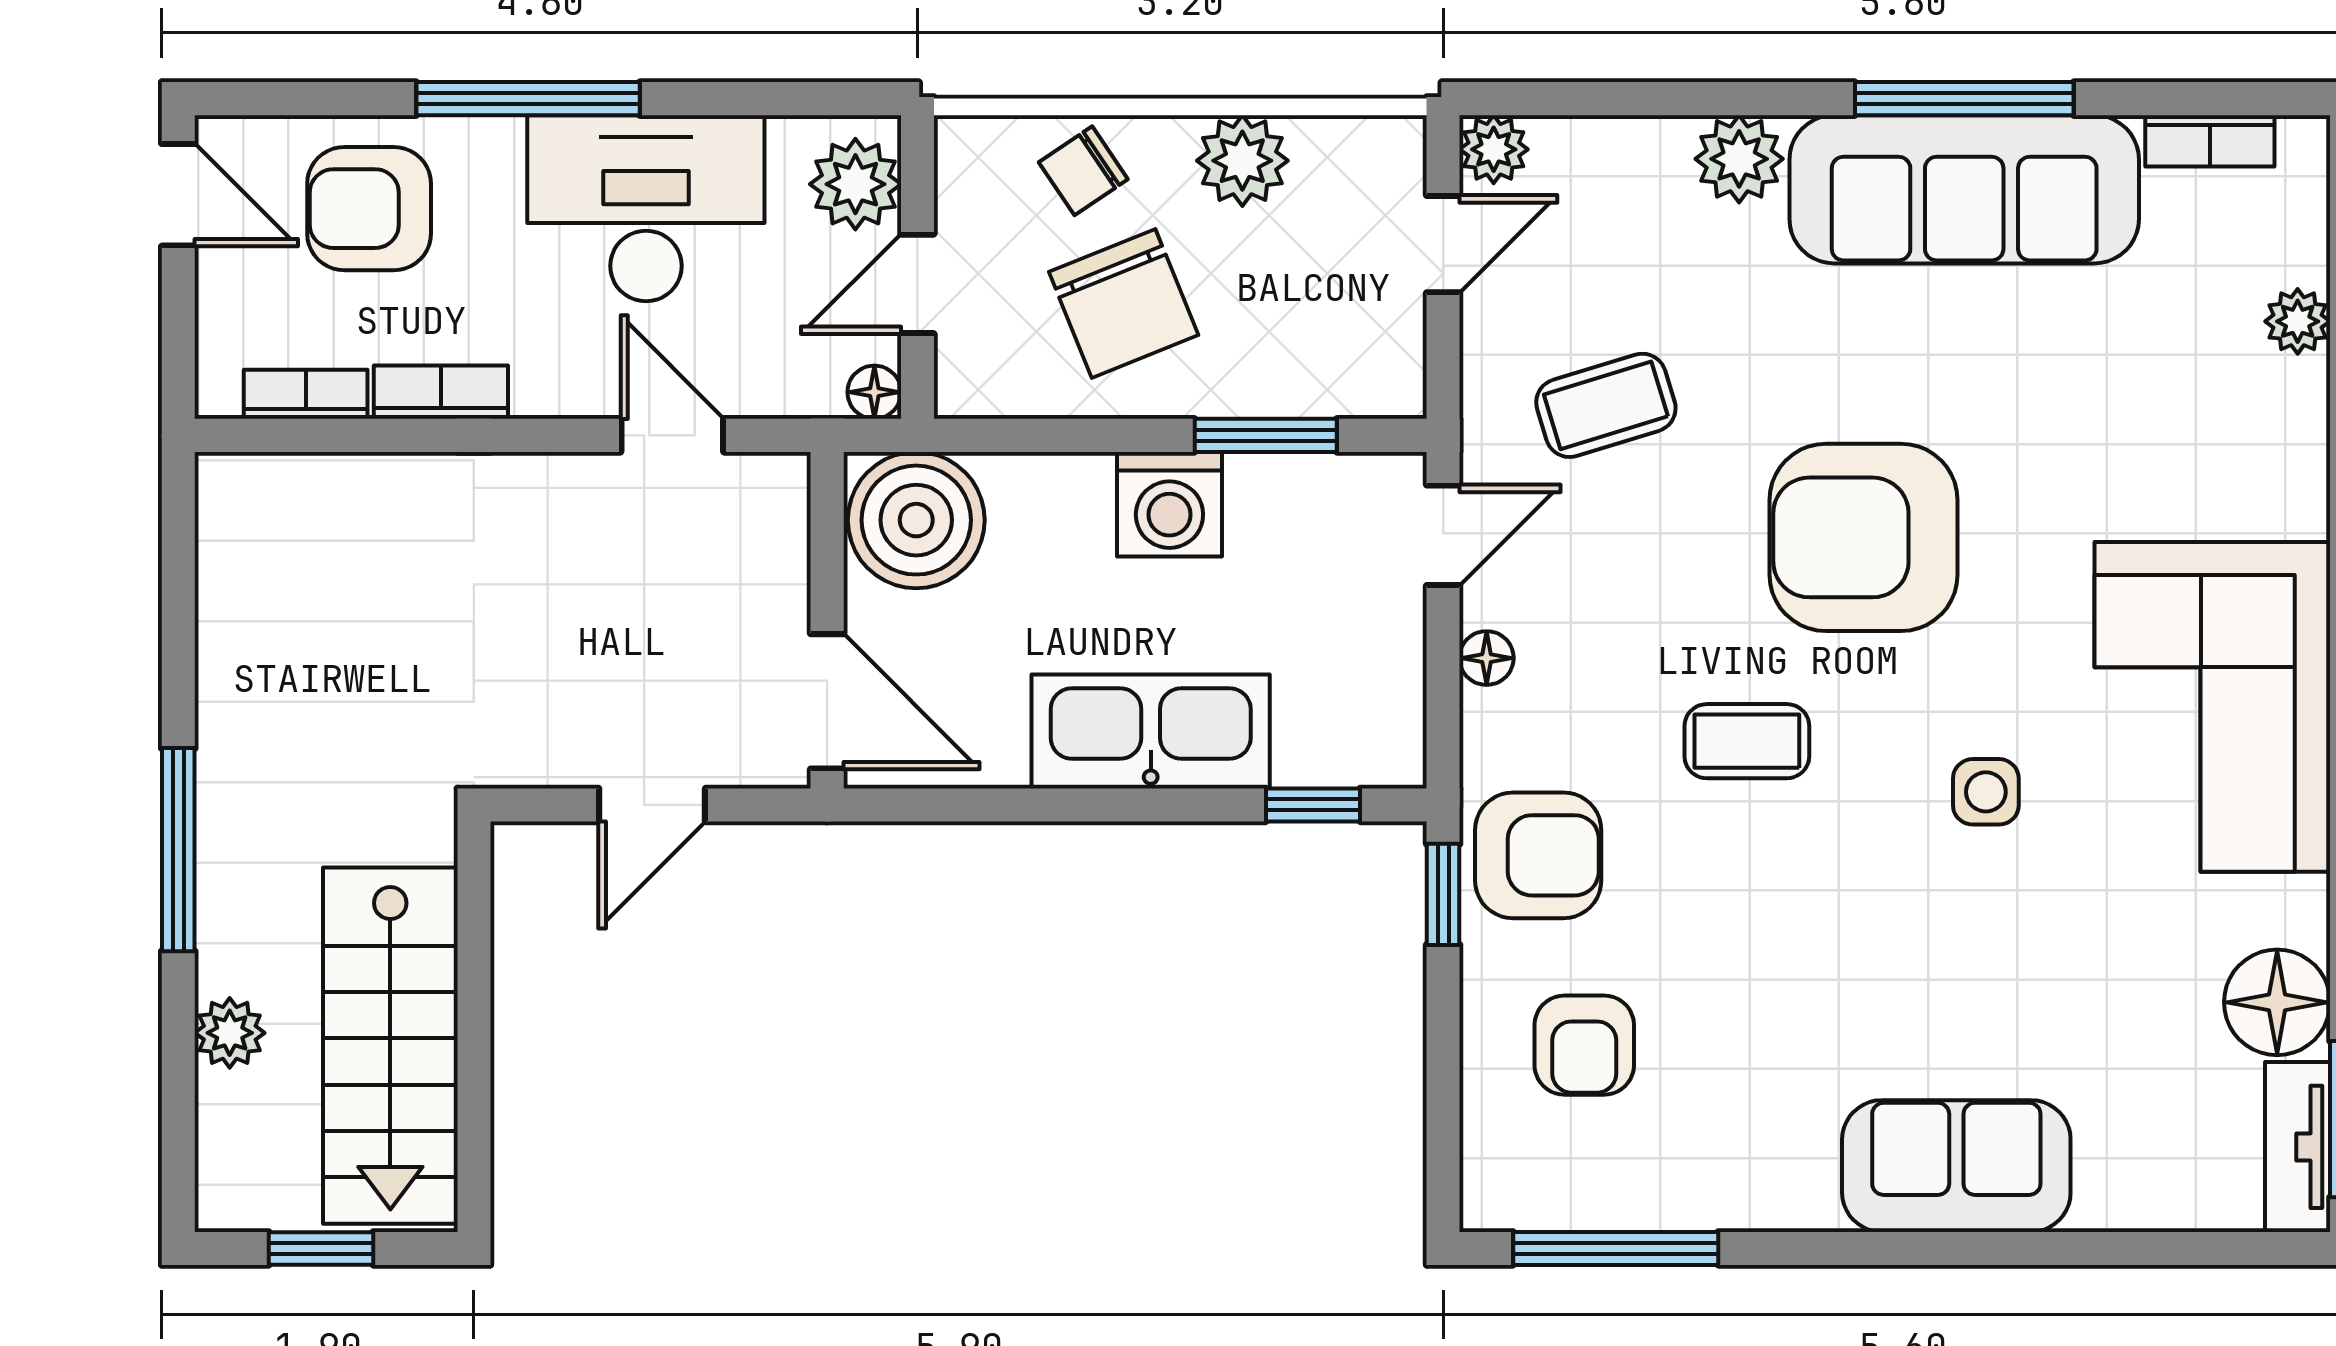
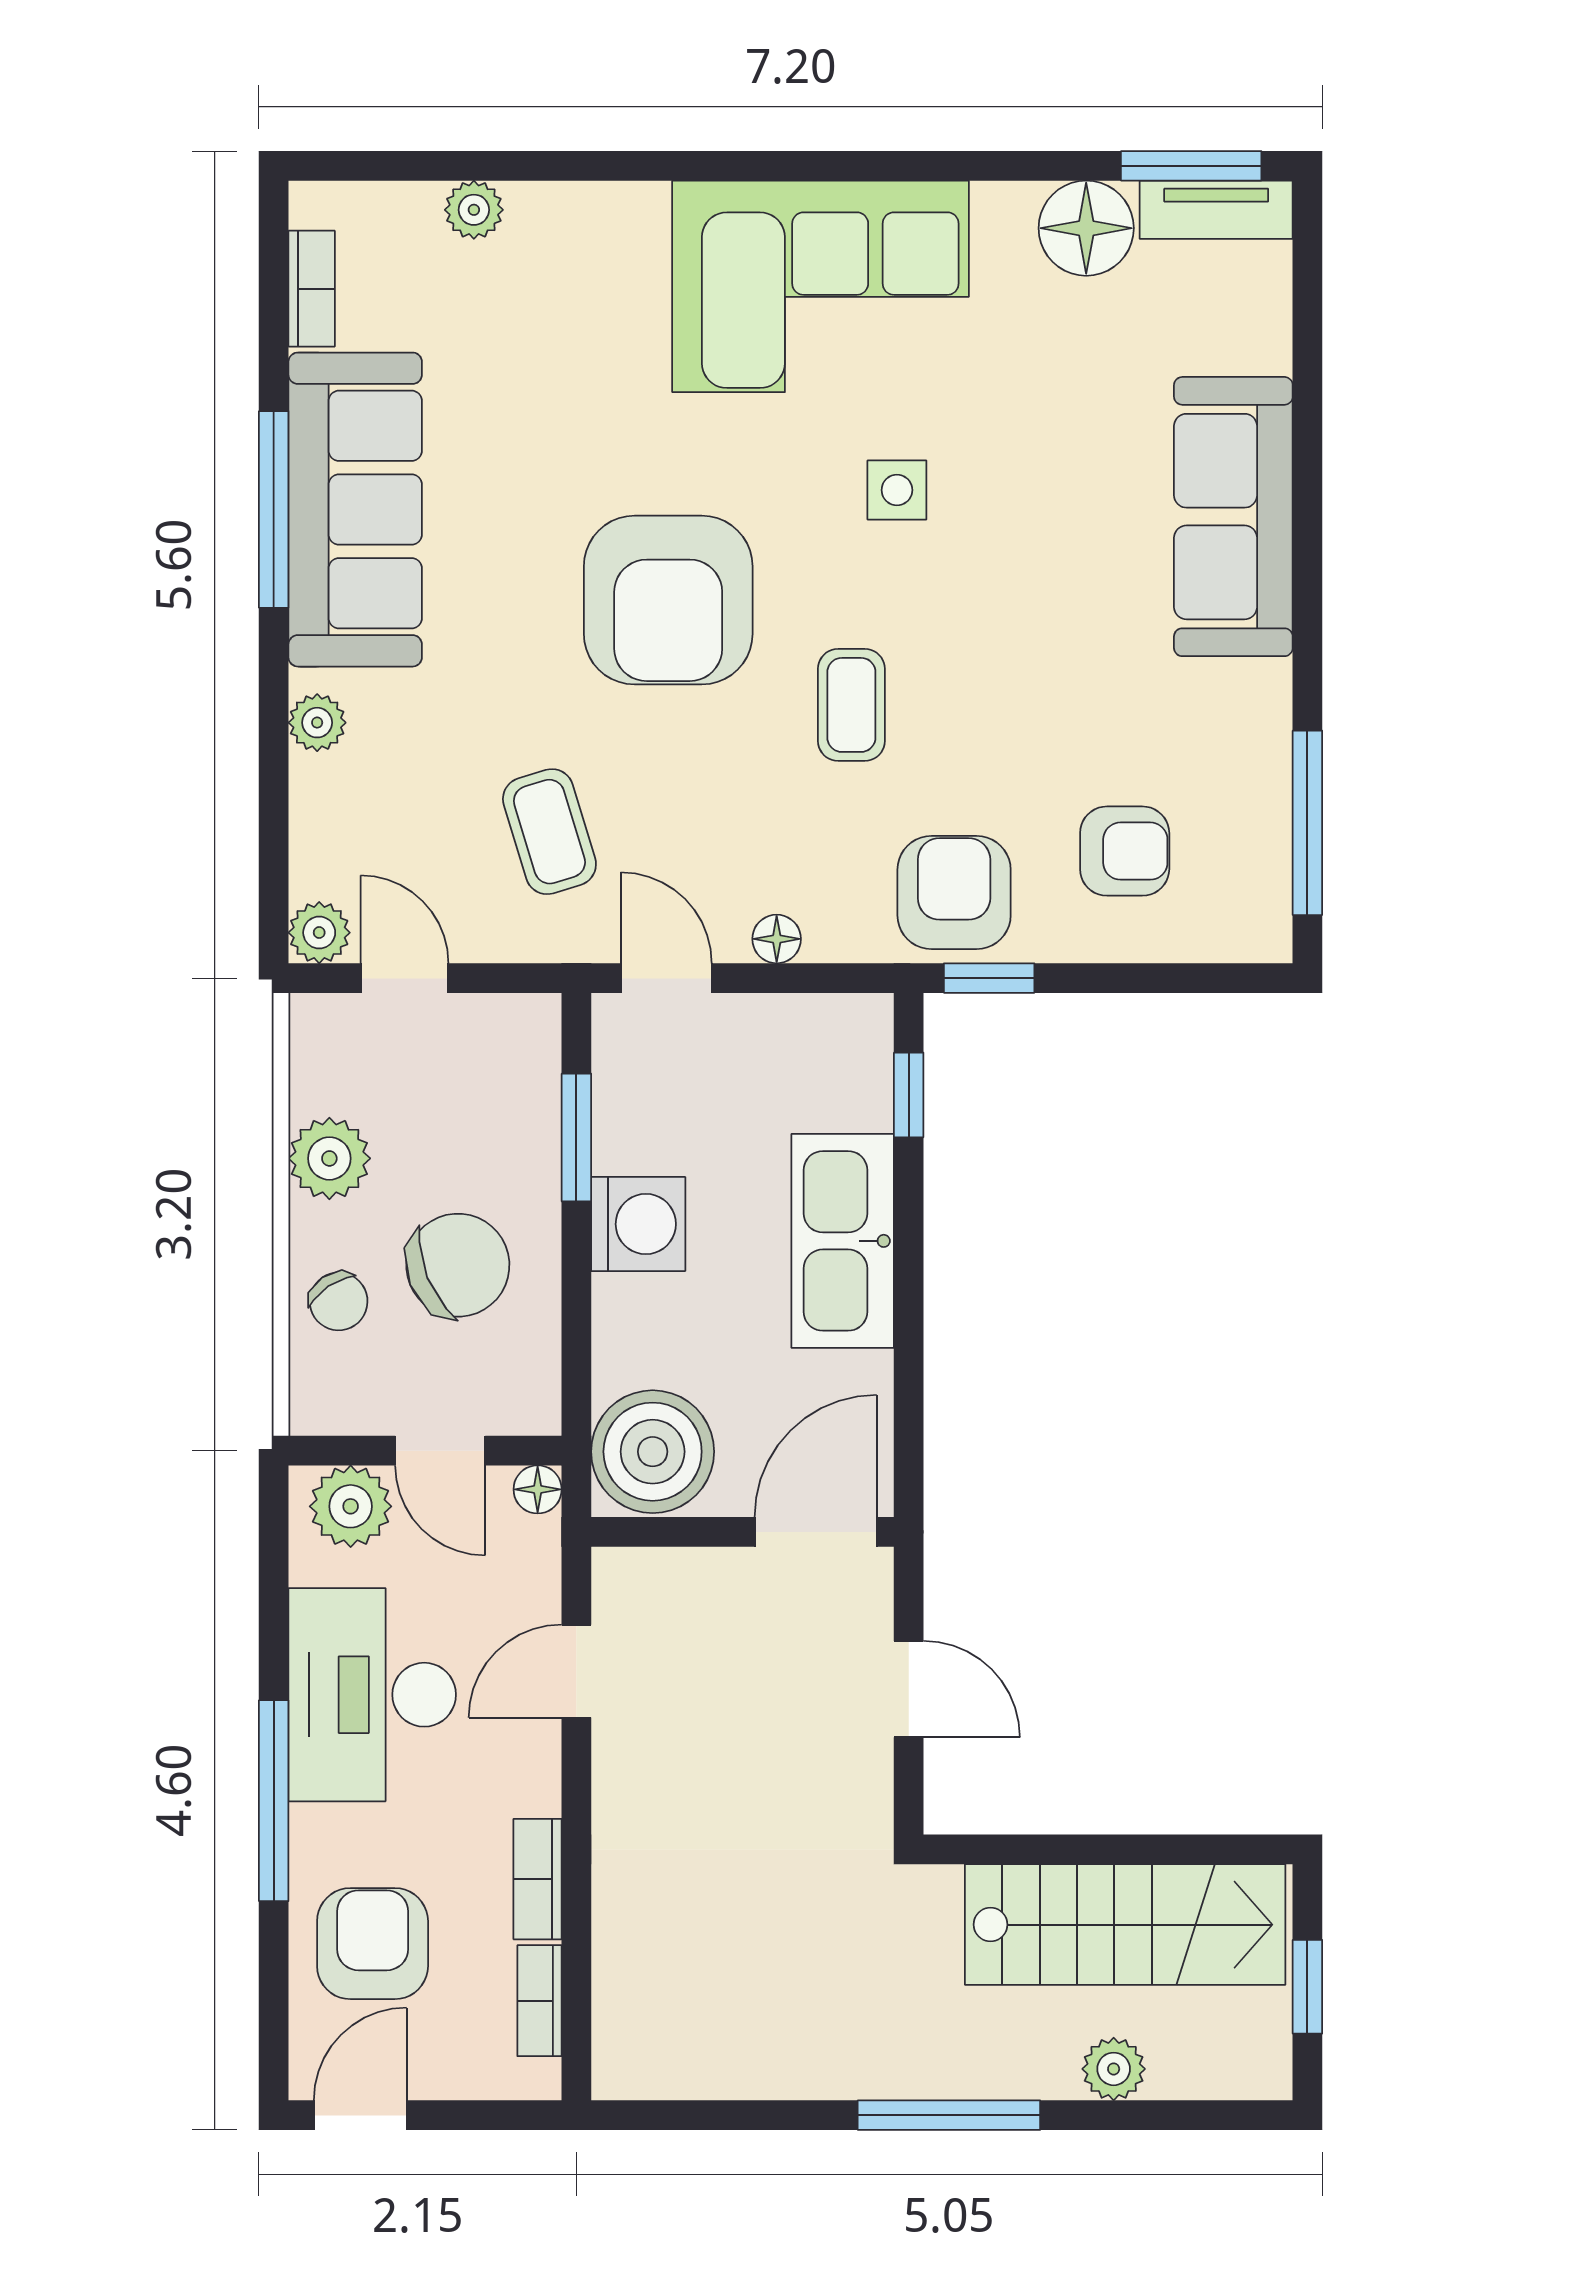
plant: (1739, 159) -> (317, 723), width x0.73, depth x0.73
armchair: (369, 209) -> (373, 1944), turned 180
sofa: (1956, 1166) -> (1233, 517), width x1.36

